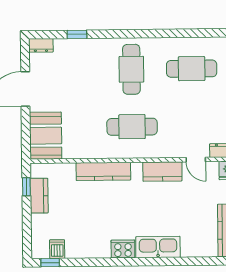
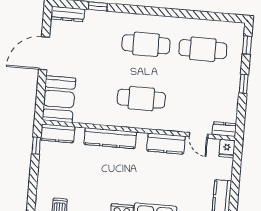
dresser: (41, 45) -> (68, 14), width x1.44
cafe table: (131, 69) -> (146, 44), turned 90
kitchen counter: (39, 196) -> (58, 133), moved, turned 90

